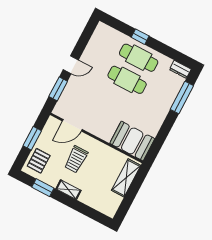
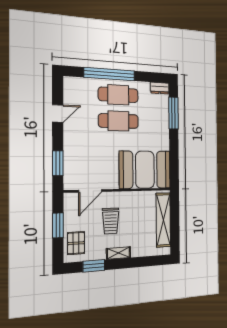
window: (140, 37) -> (110, 74), width x3.17
door: (71, 65) -> (58, 113), moved
booth: (132, 141) -> (145, 170), width x1.36, depth x1.42
shelving: (126, 178) -> (163, 220), width x1.47

